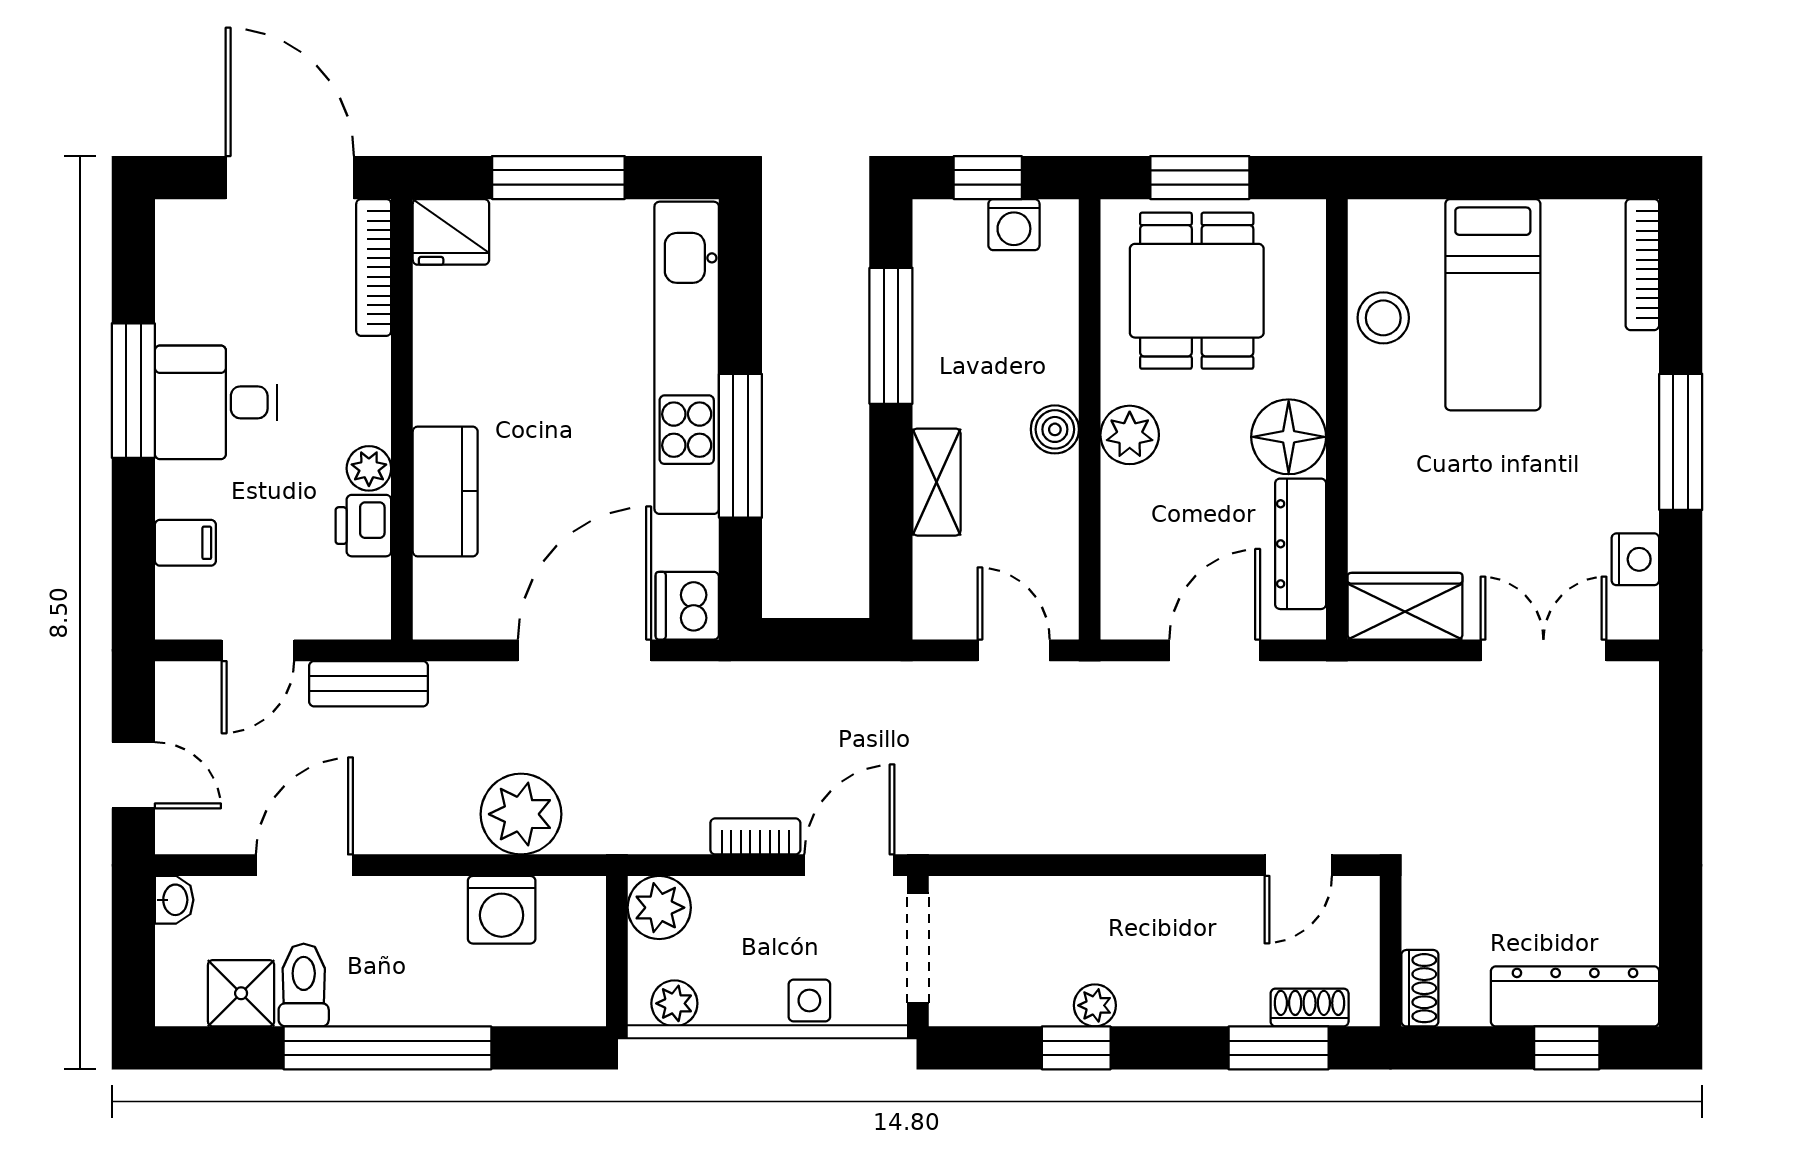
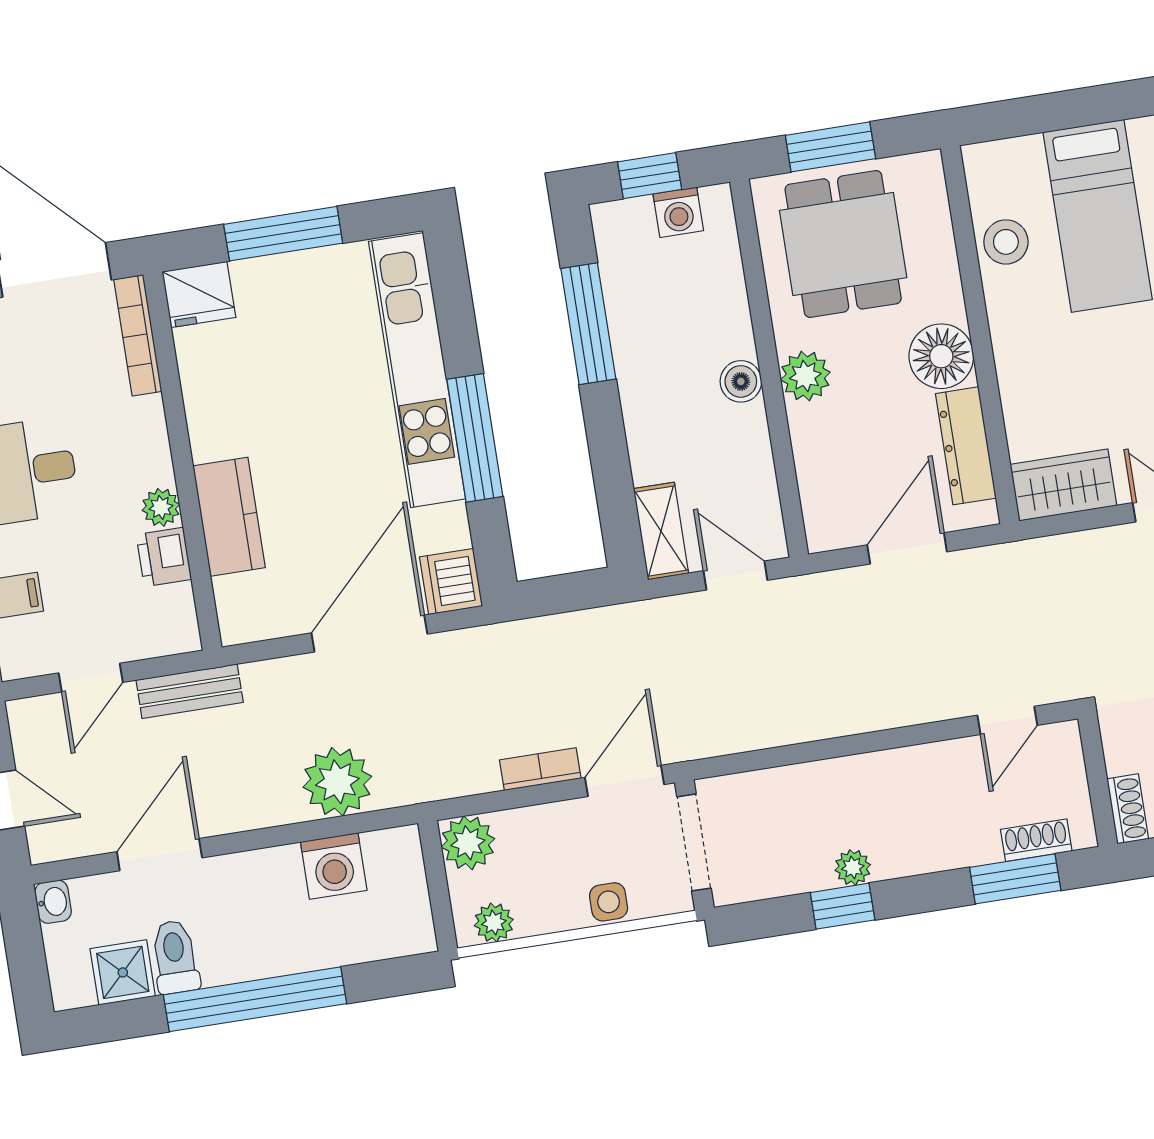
shelving: (936, 482) -> (661, 531), moved

